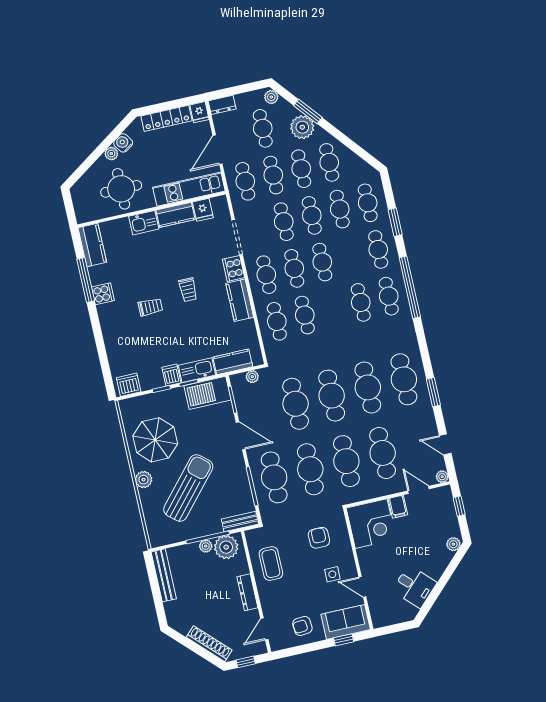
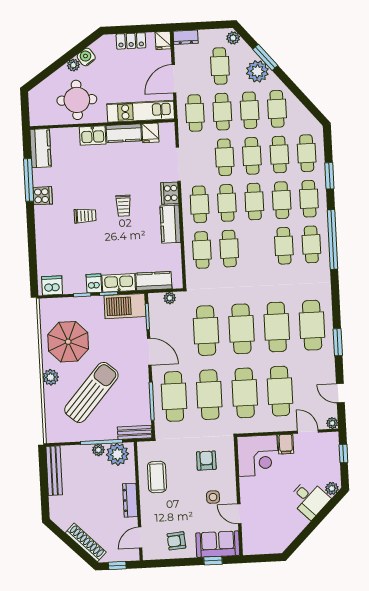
locker: (166, 118) -> (131, 41), width x0.66
cafe table: (350, 256) -> (282, 200), added
desk: (414, 587) -> (309, 499), moved

